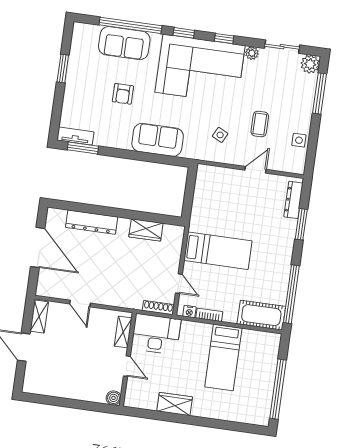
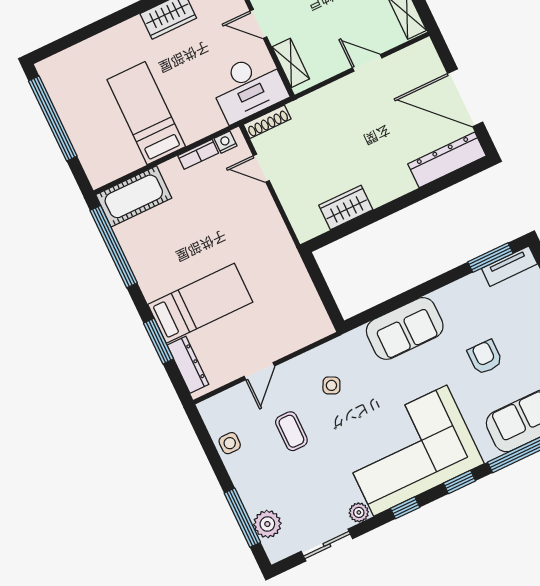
plant: (310, 64) -> (267, 524), moved
dresser: (92, 222) -> (447, 160), moved
bed: (218, 251) -> (200, 303), moved, turned 180

